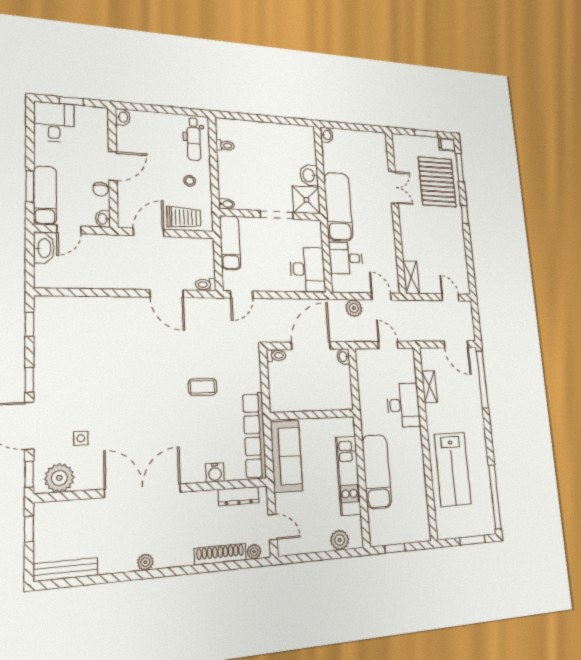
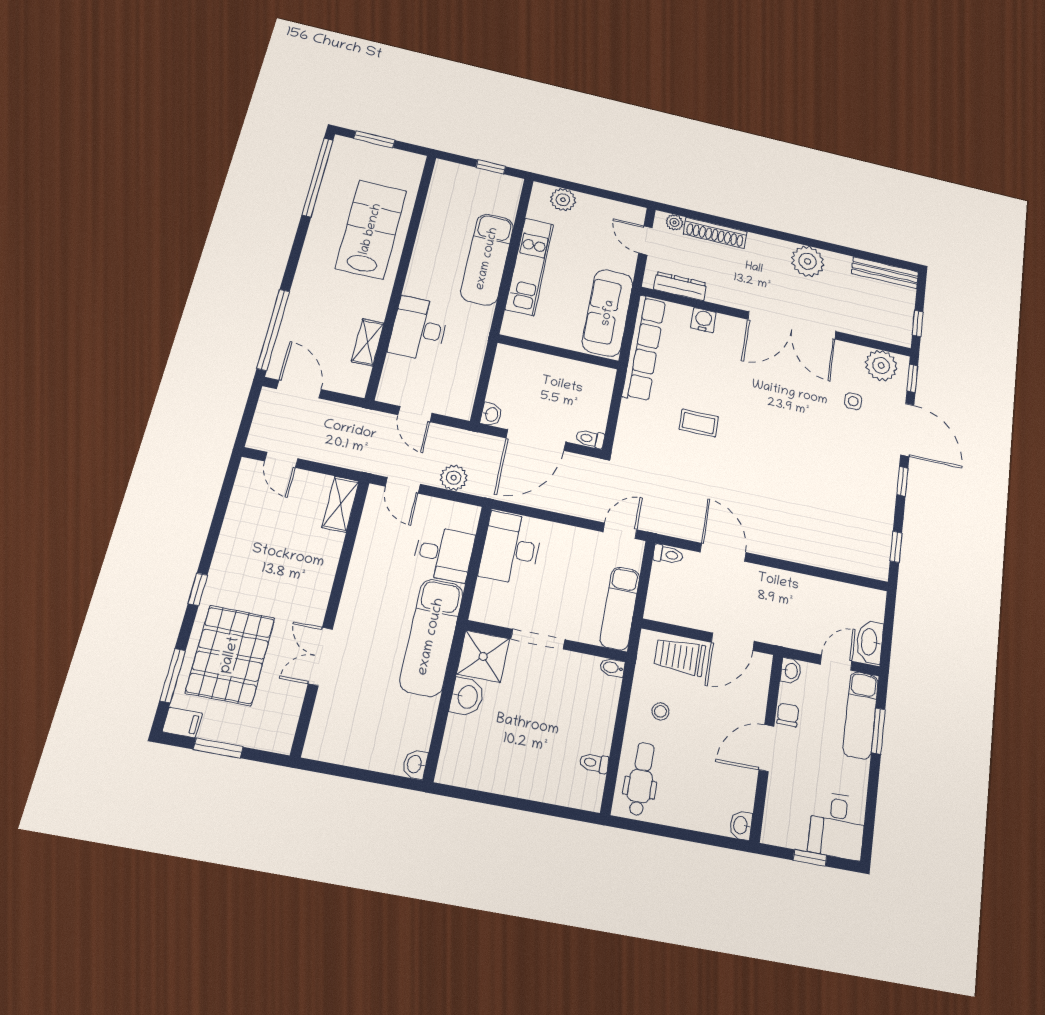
plant: (145, 562) -> (808, 261), width x1.88, depth x1.88

